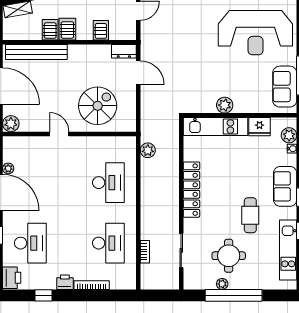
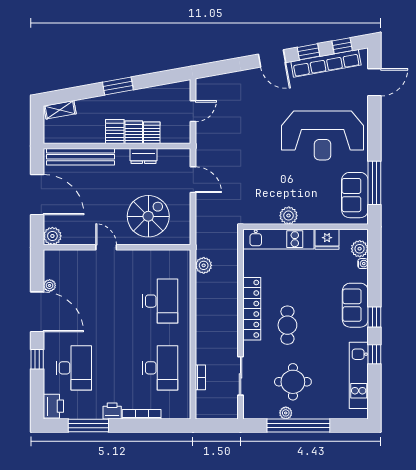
server rack: (50, 30) -> (134, 132), moved
dresser: (124, 51) -> (144, 156), moved
cafe table: (250, 215) -> (287, 325), moved
window: (43, 295) -> (88, 425), width x2.17

